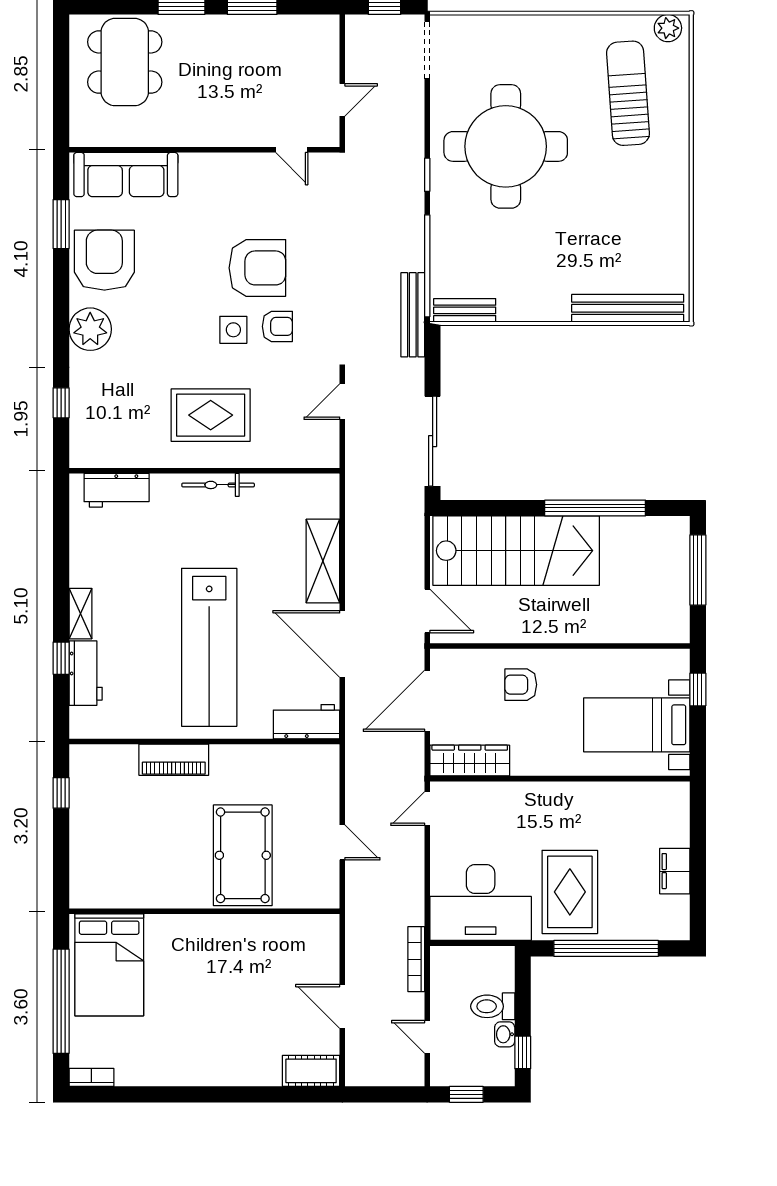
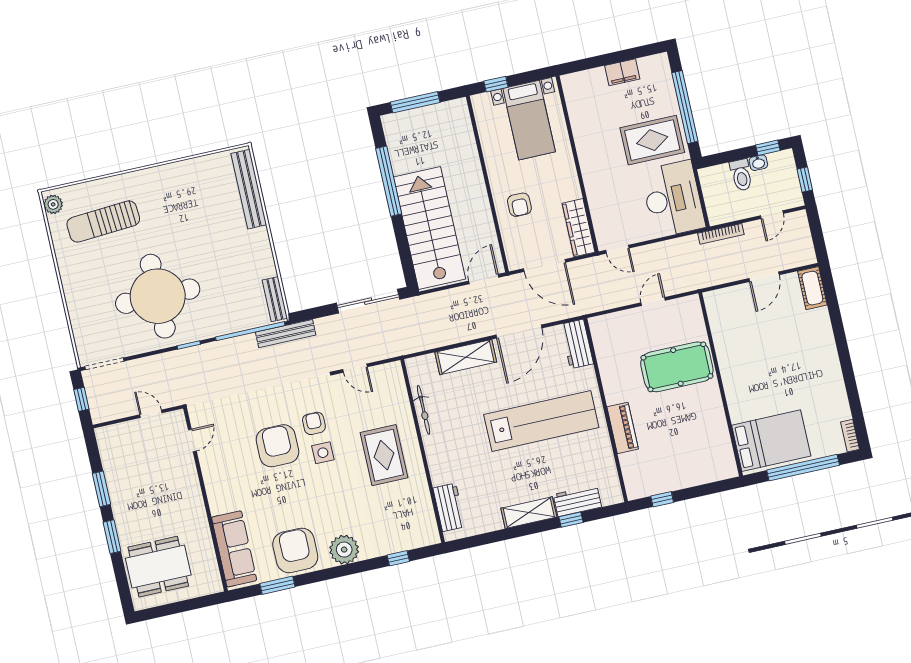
armchair: (104, 260) -> (295, 550), turned 90
bicycle: (218, 485) -> (424, 410), moved
shelving: (80, 614) -> (529, 513), width x1.50, depth x1.33

